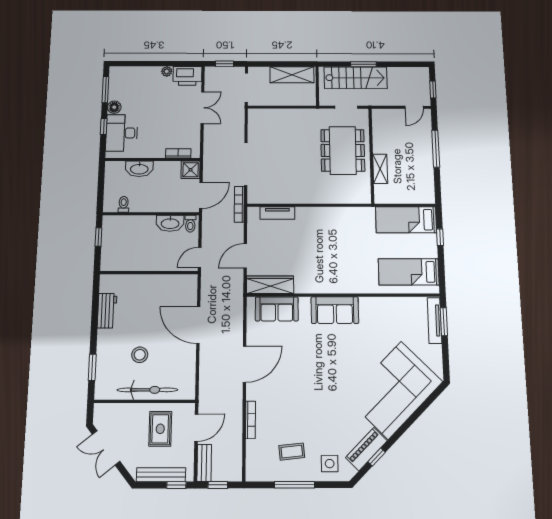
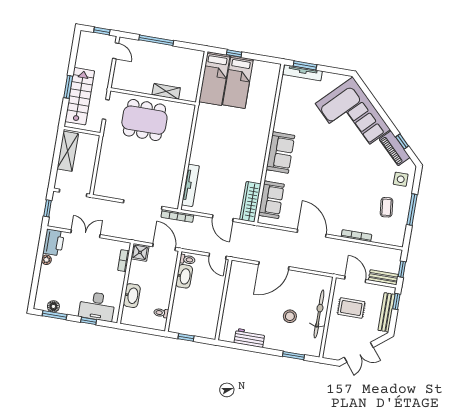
floor lamp: (114, 107) -> (53, 306), moved
tv unit: (277, 213) -> (190, 185), width x1.41
bed: (409, 272) -> (238, 82), moved

